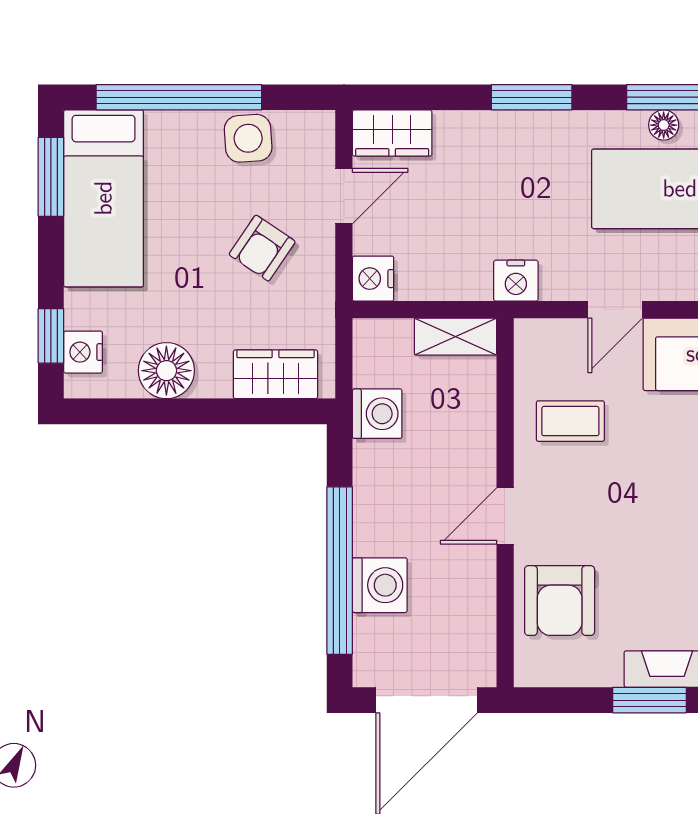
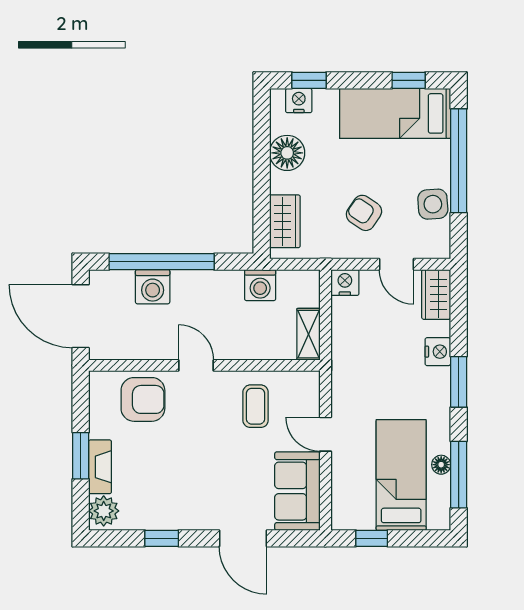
window: (51, 177) -> (409, 80), width x0.67
nightstand: (516, 281) -> (438, 352), moved, turned 180
armchair: (560, 601) -> (143, 399), turned 180

